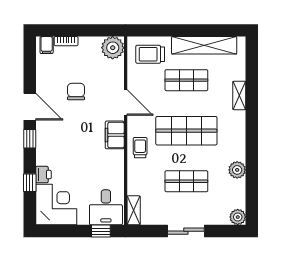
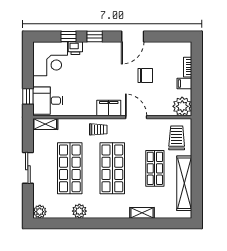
filing cabinet: (47, 45) -> (184, 84), moved
door: (126, 102) -> (136, 117), swing flipped
window: (30, 139) -> (95, 37), moved
shop shelf: (186, 181) -> (70, 168), width x1.43, depth x1.36

